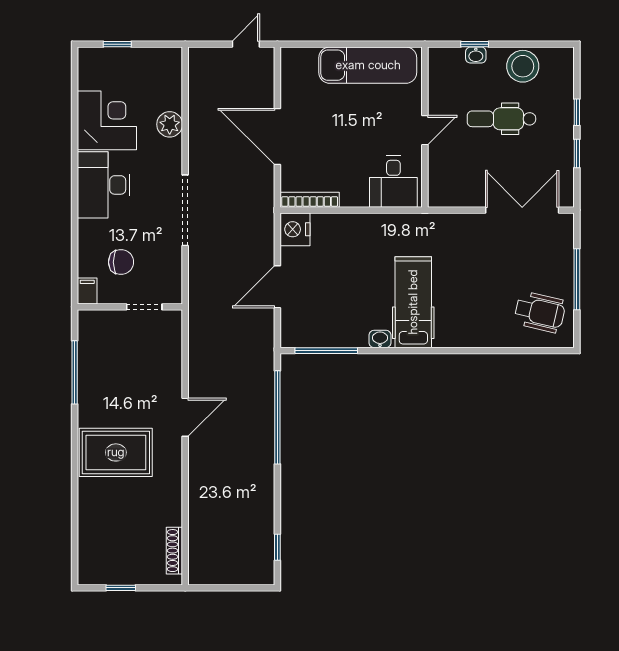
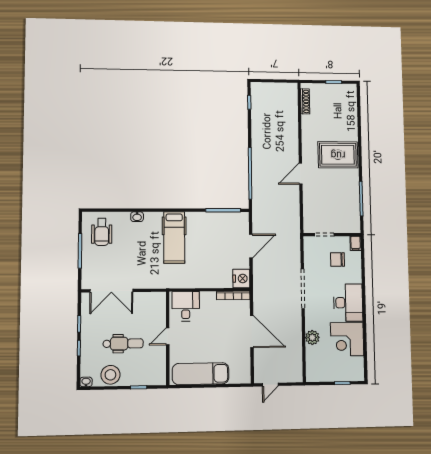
washbasin: (476, 55) -> (86, 382), moved
wheelchair: (540, 312) -> (102, 232), turned -103
washbasin: (380, 339) -> (137, 217), moved

